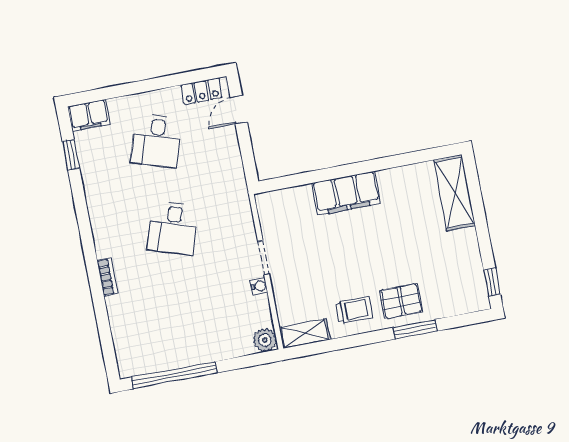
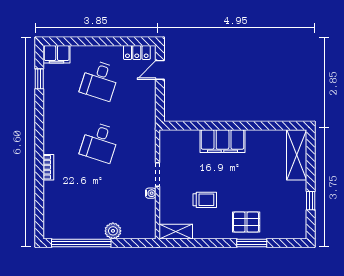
window: (492, 282) -> (311, 201), moved
trolley: (354, 310) -> (205, 200), moved
plant: (265, 340) -> (113, 231), moved

